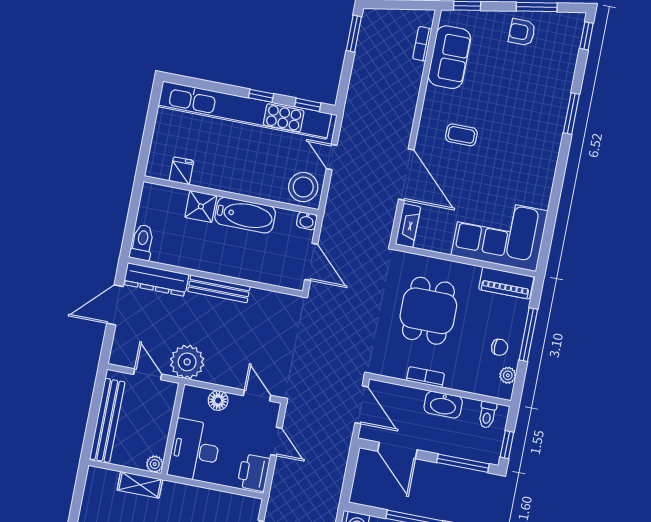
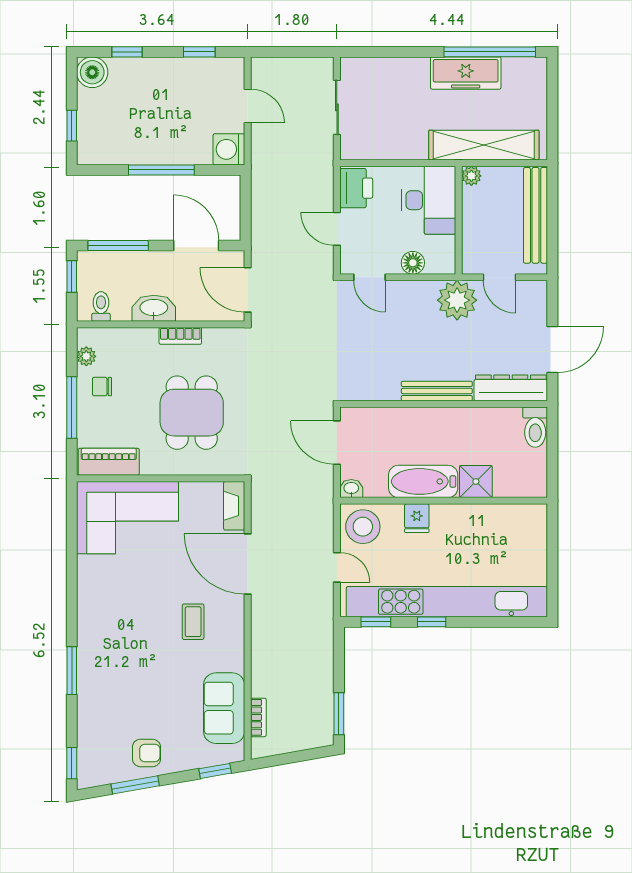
coffee table: (461, 135) -> (193, 622), turned 90
fridge: (181, 171) -> (417, 518), moved
shelving: (140, 485) -> (484, 145), width x2.20, depth x1.33

